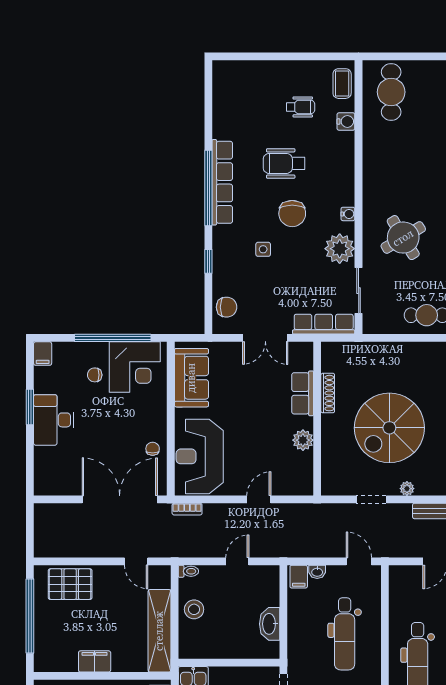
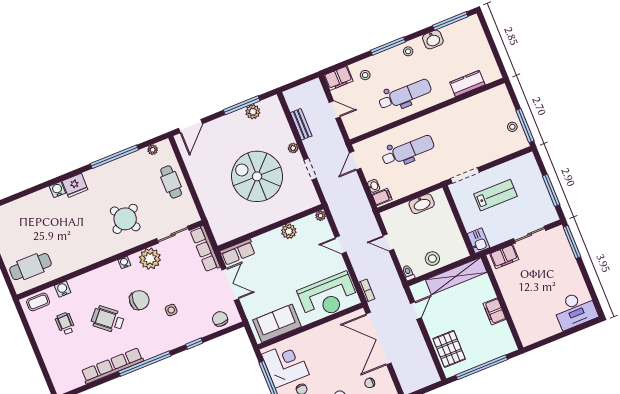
wheelchair: (284, 163) -> (108, 319), turned 130
row of seats: (222, 182) -> (112, 366), moved
row of seats: (303, 393) -> (238, 252), moved
shoe rack: (328, 393) -> (250, 227), removed
spiral stairs: (389, 428) -> (257, 176), turned 180
chair: (153, 449) -> (370, 383), moved
plant: (306, 489) -> (321, 216), added

